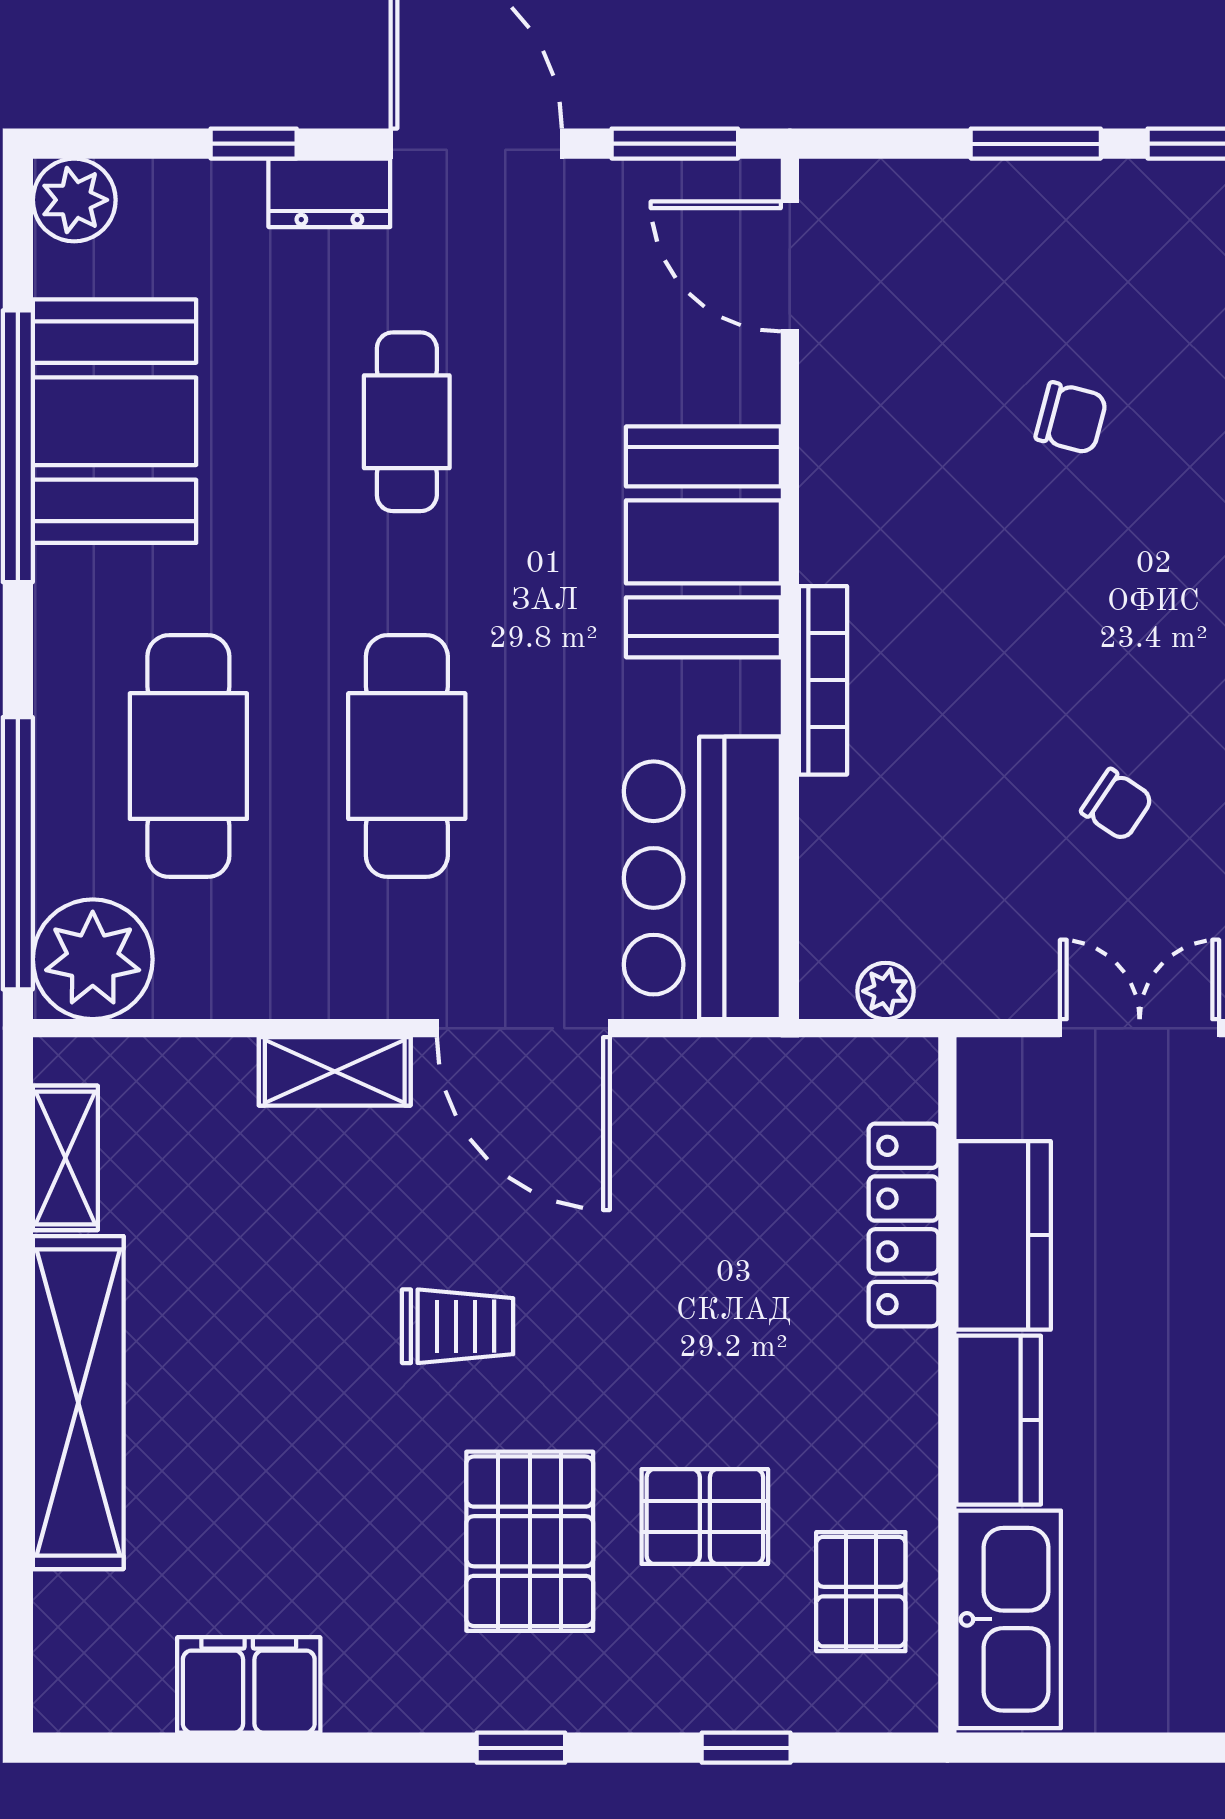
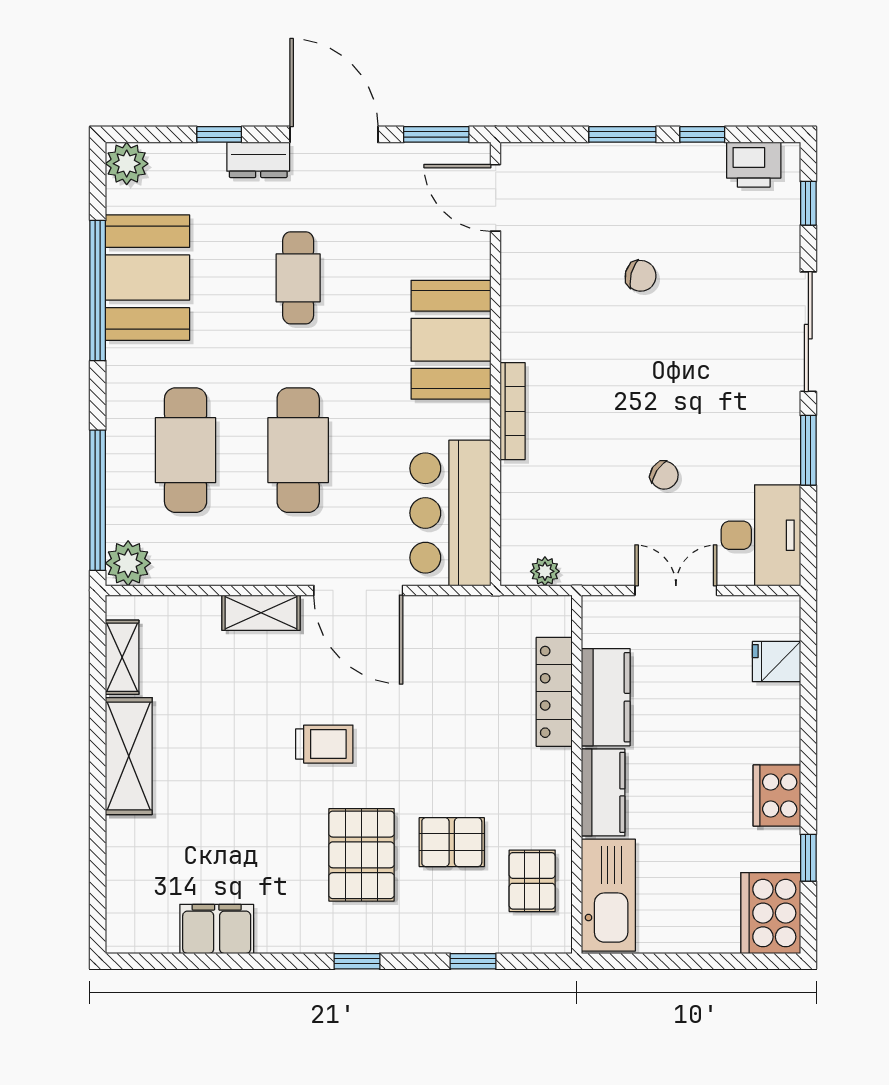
plant: (93, 959) -> (128, 563), width x0.73, depth x0.73
shelving: (78, 1403) -> (129, 756), width x0.68

